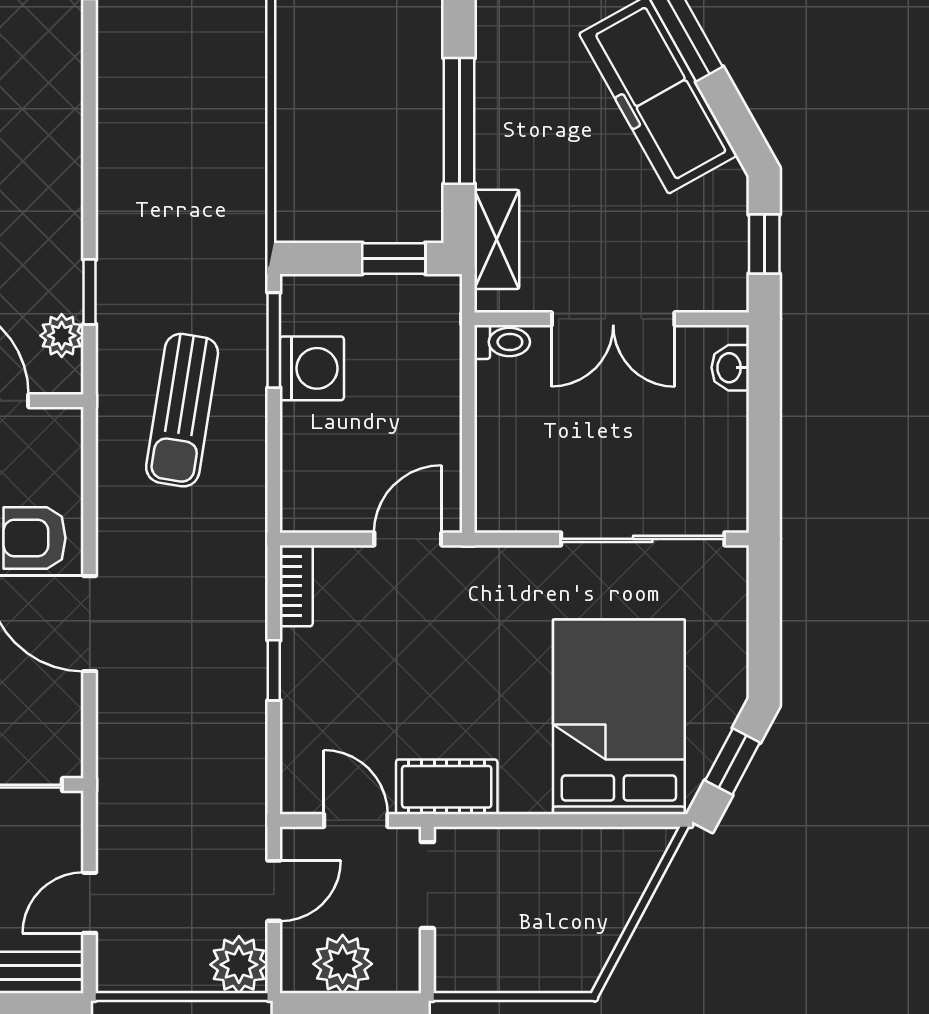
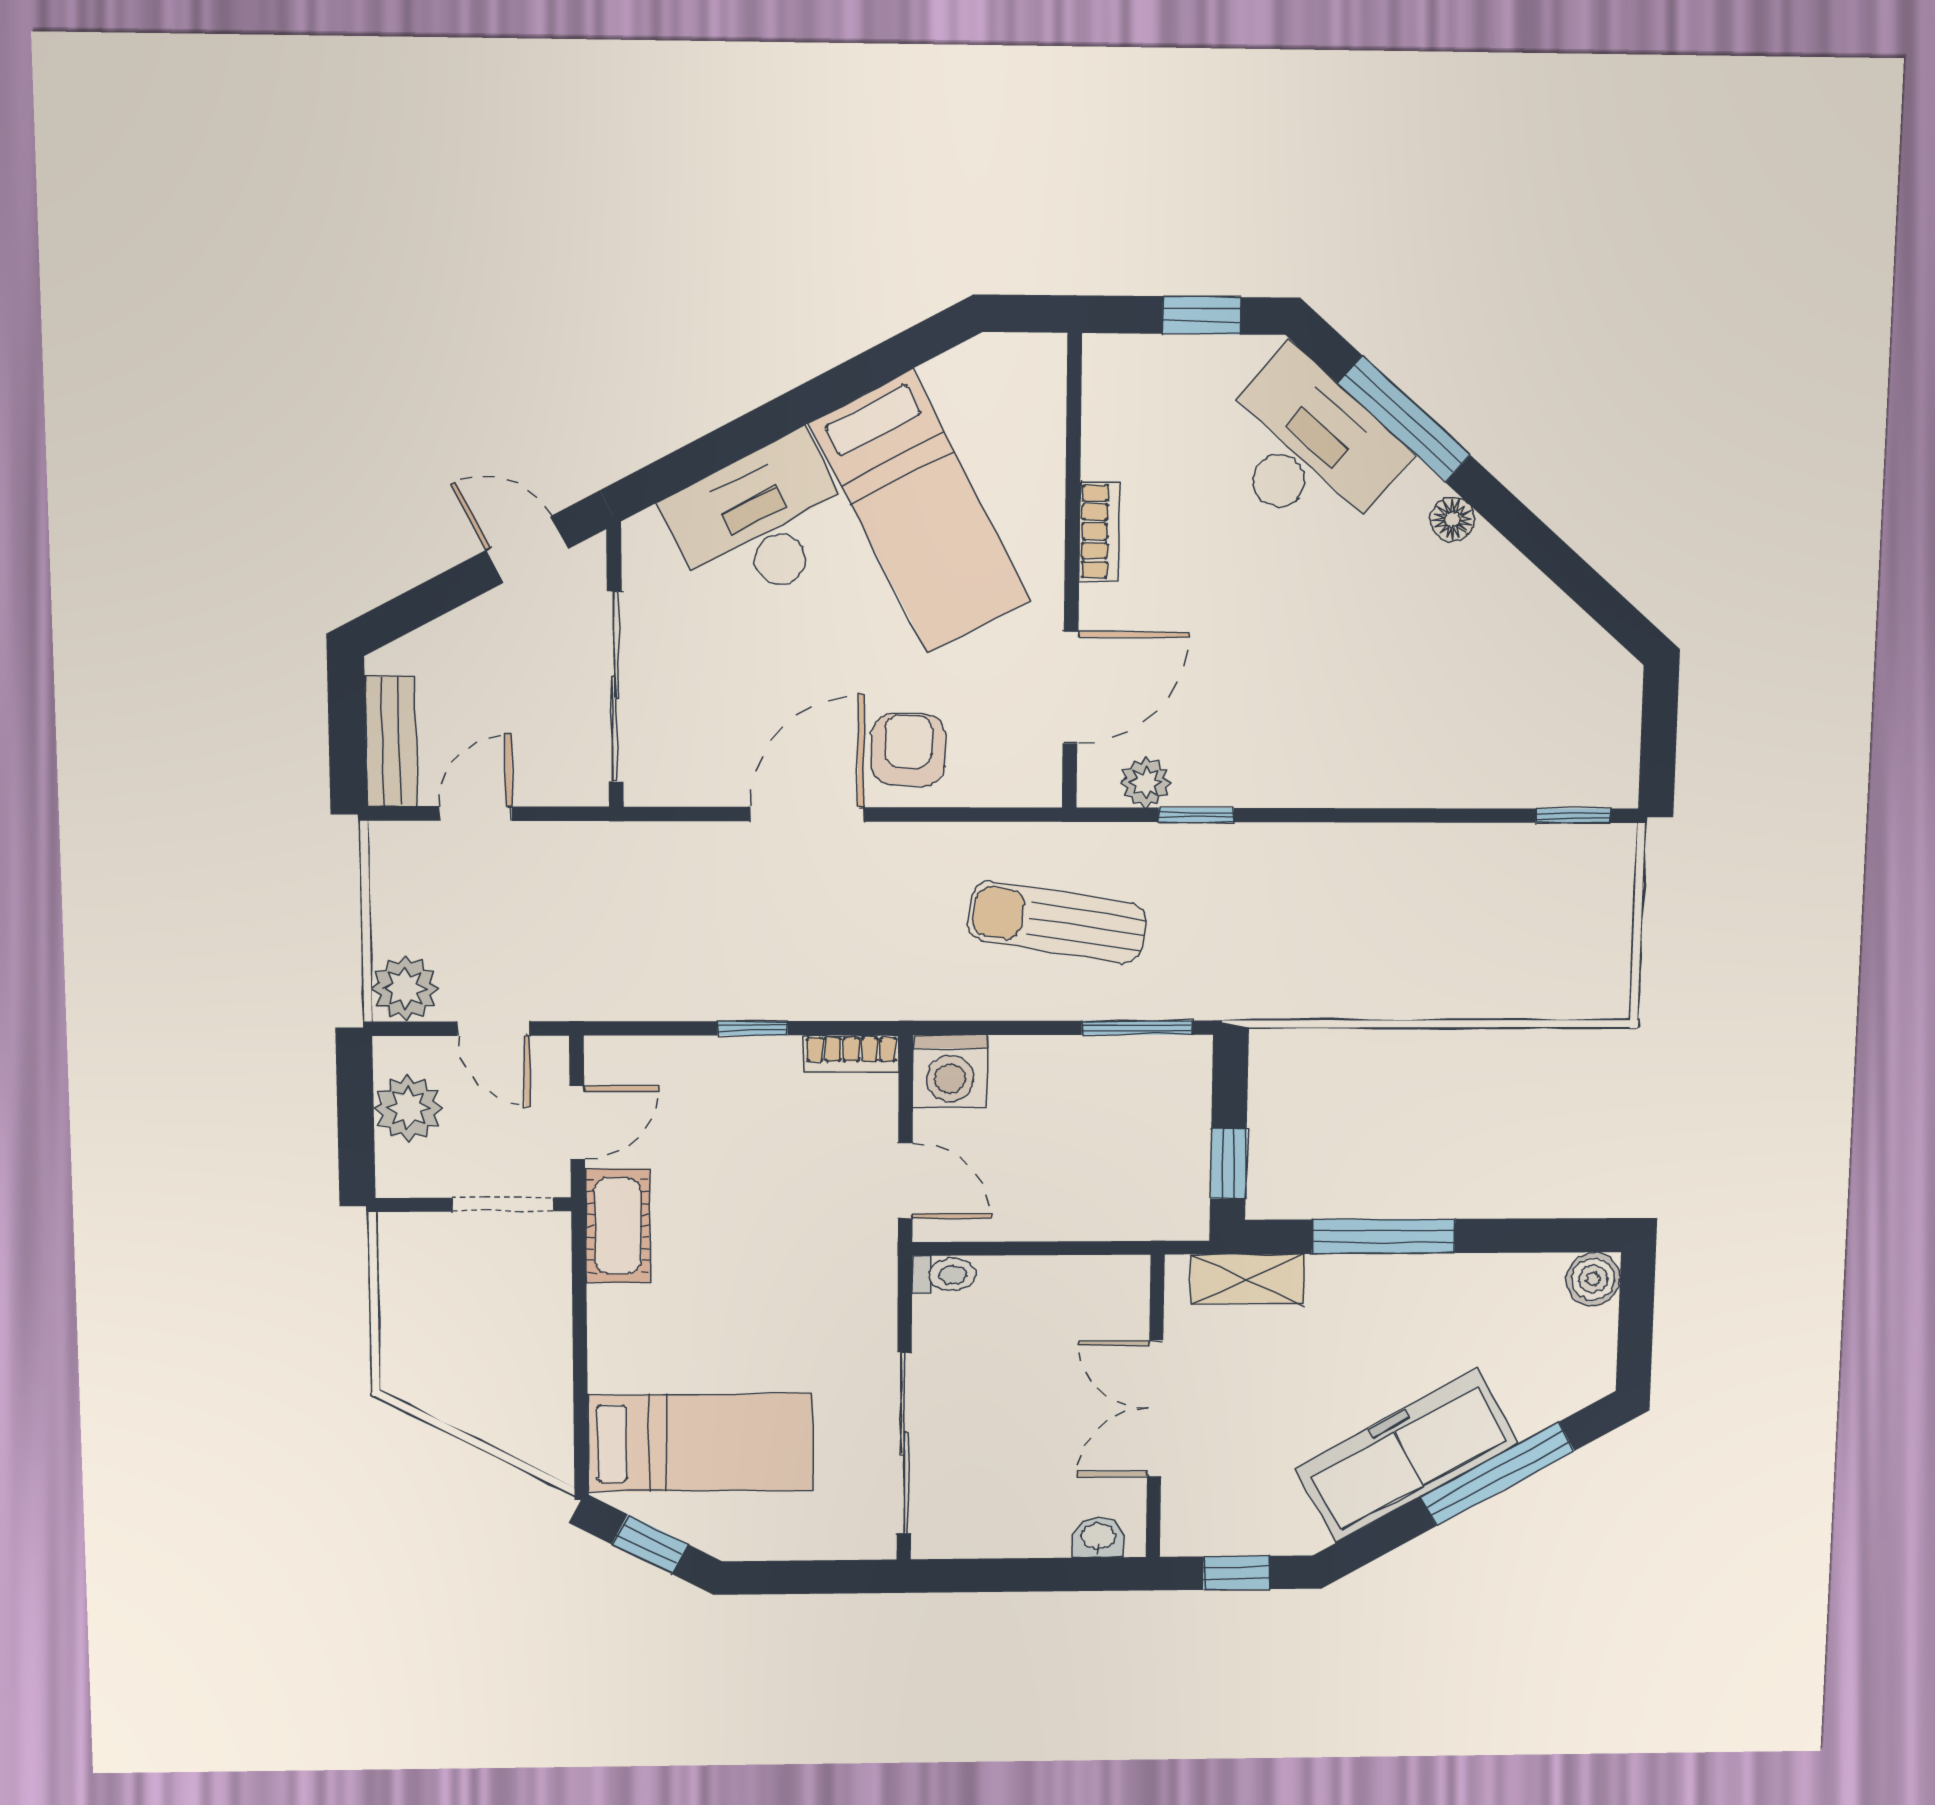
toilet: (502, 342) -> (944, 1275), moved, turned -90
washing machine: (312, 368) -> (950, 1072), moved
bed: (619, 717) -> (700, 1443), width x0.67
door: (90, 903) -> (476, 814), hinge flipped

